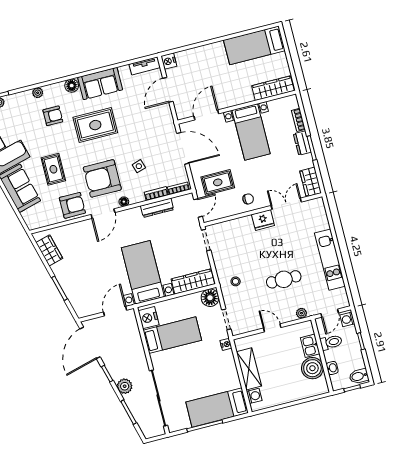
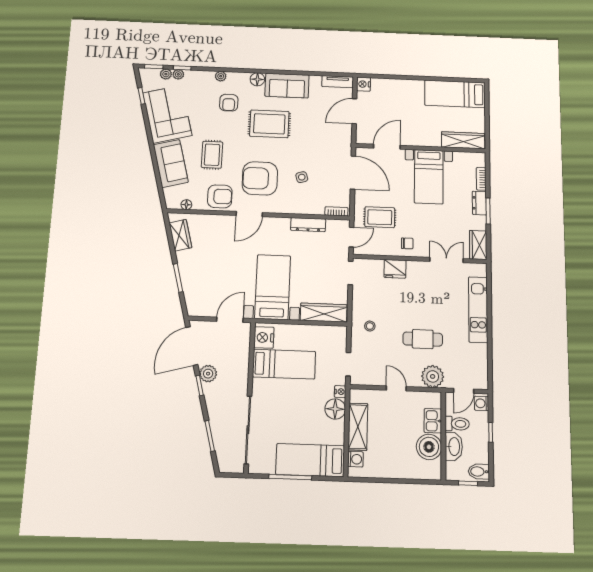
armchair: (53, 116) -> (229, 103), turned 90
bookcase: (156, 194) -> (312, 210), removed
floor lamp: (124, 202) -> (186, 205), moved
fridge: (263, 220) -> (395, 269), moved
kitchen unit: (330, 260) -> (478, 310), moved
floor lamp: (210, 298) -> (335, 409), moved
plant: (301, 313) -> (433, 376), width x1.87, depth x1.87
washbasin: (332, 368) -> (454, 447), width x1.91, depth x1.45
plant: (125, 386) -> (208, 374), moved

